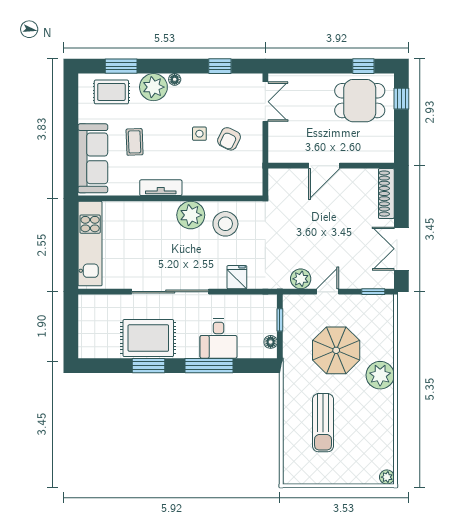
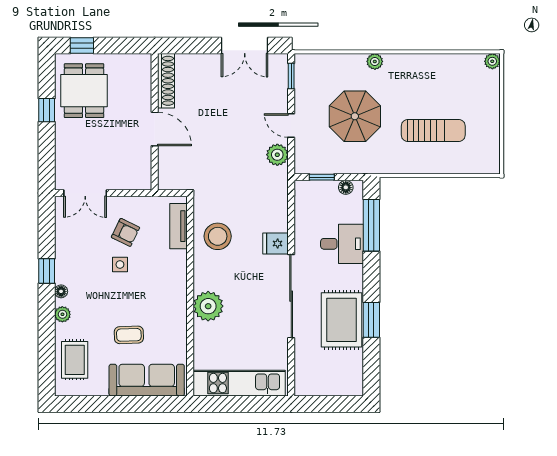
window: (121, 66) -> (47, 349), removed
window: (220, 66) -> (47, 271), moved
window: (363, 66) -> (47, 110), moved
plant: (153, 87) -> (62, 314), width x0.53, depth x0.53
double door: (265, 102) -> (85, 193), swing flipped
tv unit: (161, 188) -> (179, 226), moved
shoe rack: (386, 194) -> (166, 81), moved, turned -90
plant: (191, 215) -> (208, 306), moved
fridge: (237, 277) -> (275, 243), moved
window: (209, 366) -> (371, 225), moved
plant: (380, 375) -> (375, 61), width x0.53, depth x0.53

